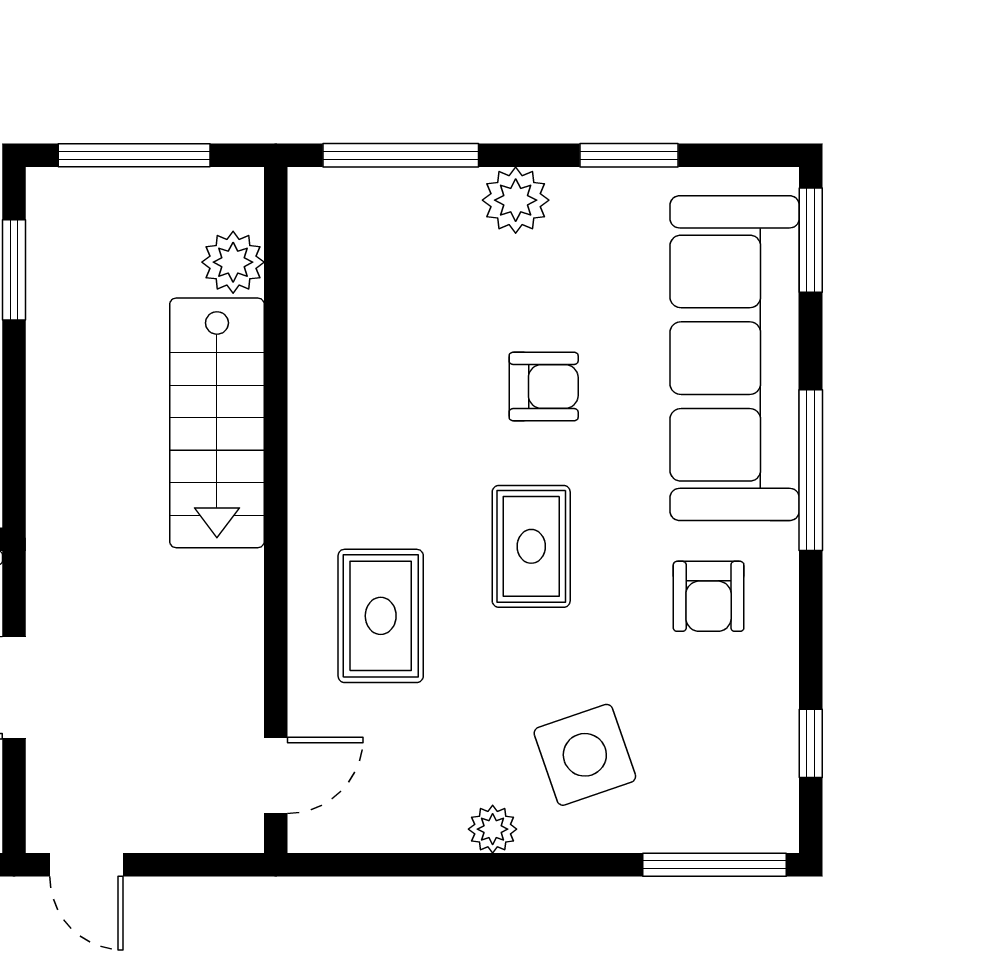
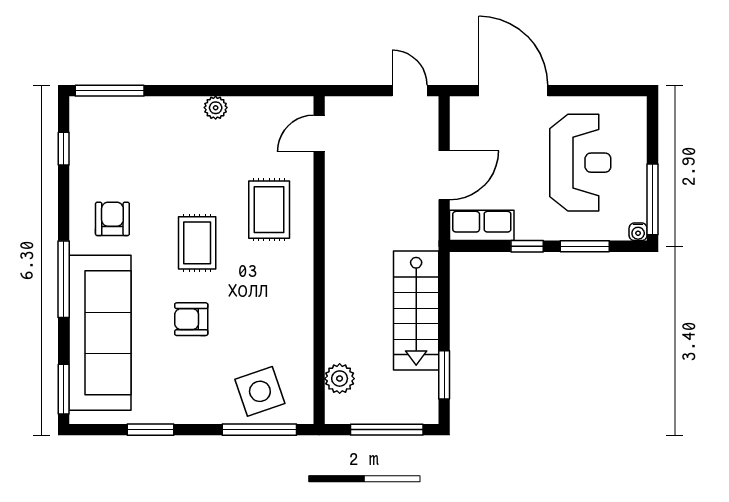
plant: (516, 200) -> (205, 408), removed
stairs: (217, 423) -> (416, 310), moved, turned 180
side table: (585, 755) -> (260, 391), moved

